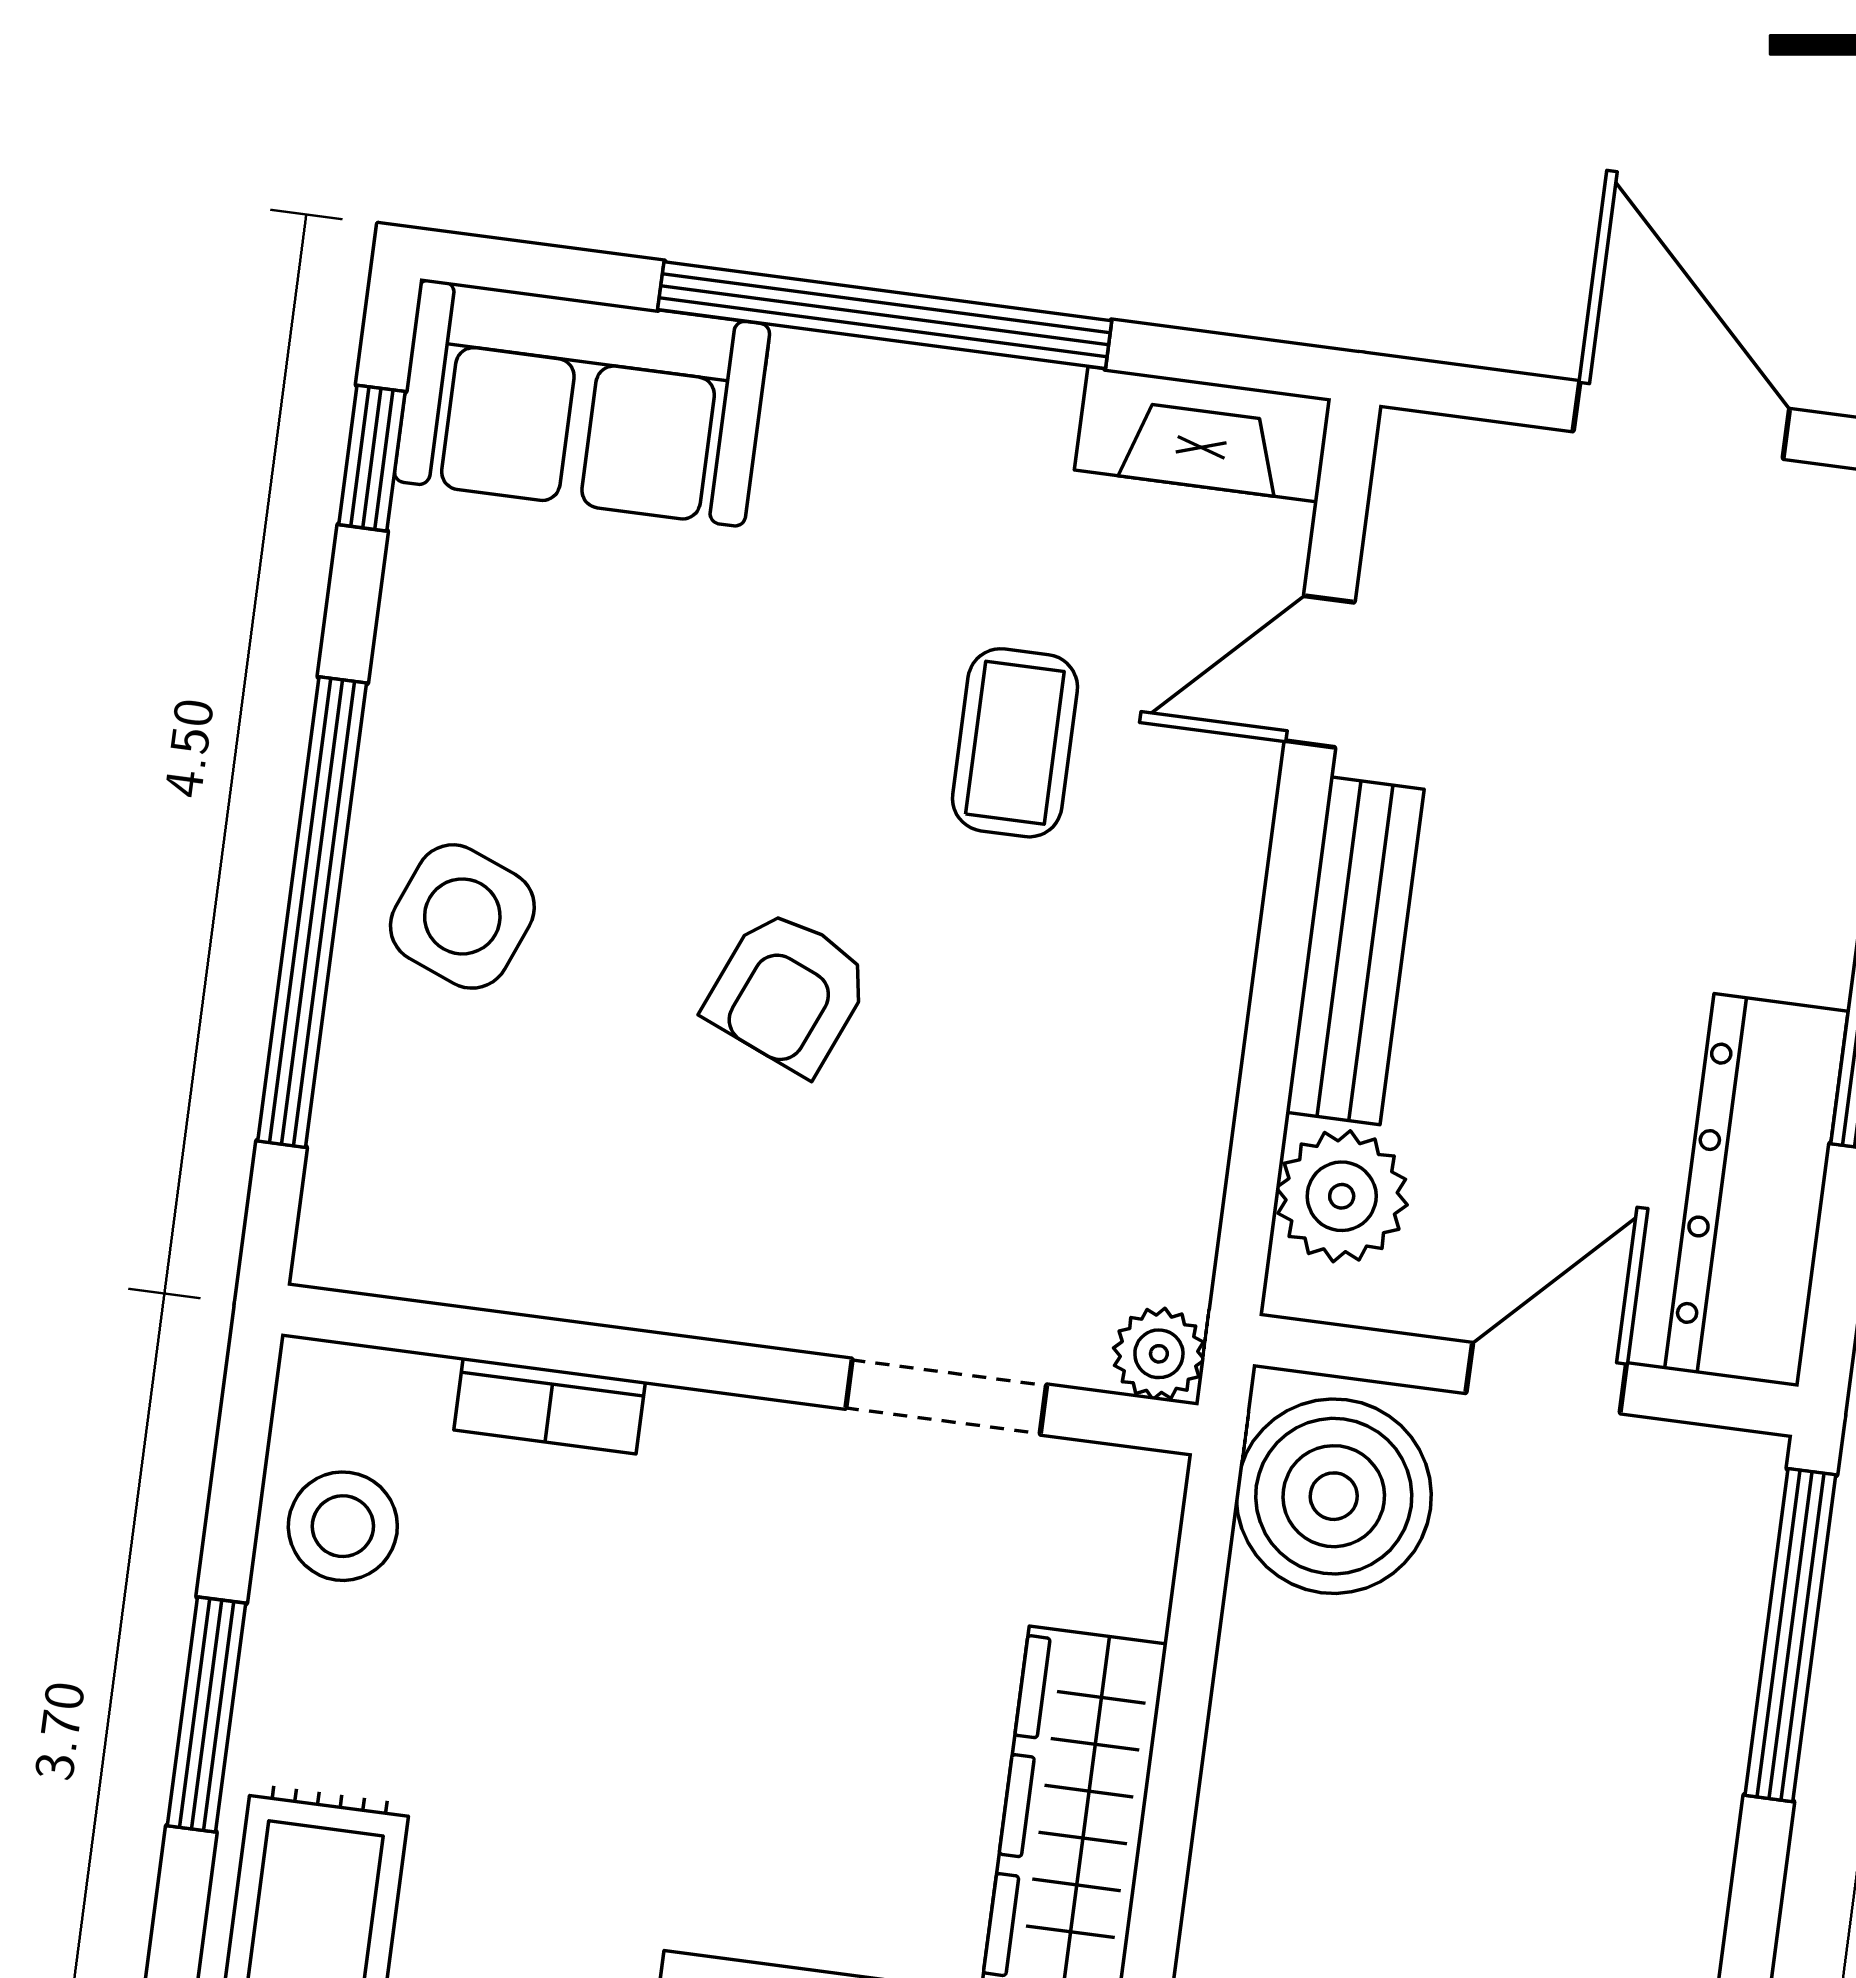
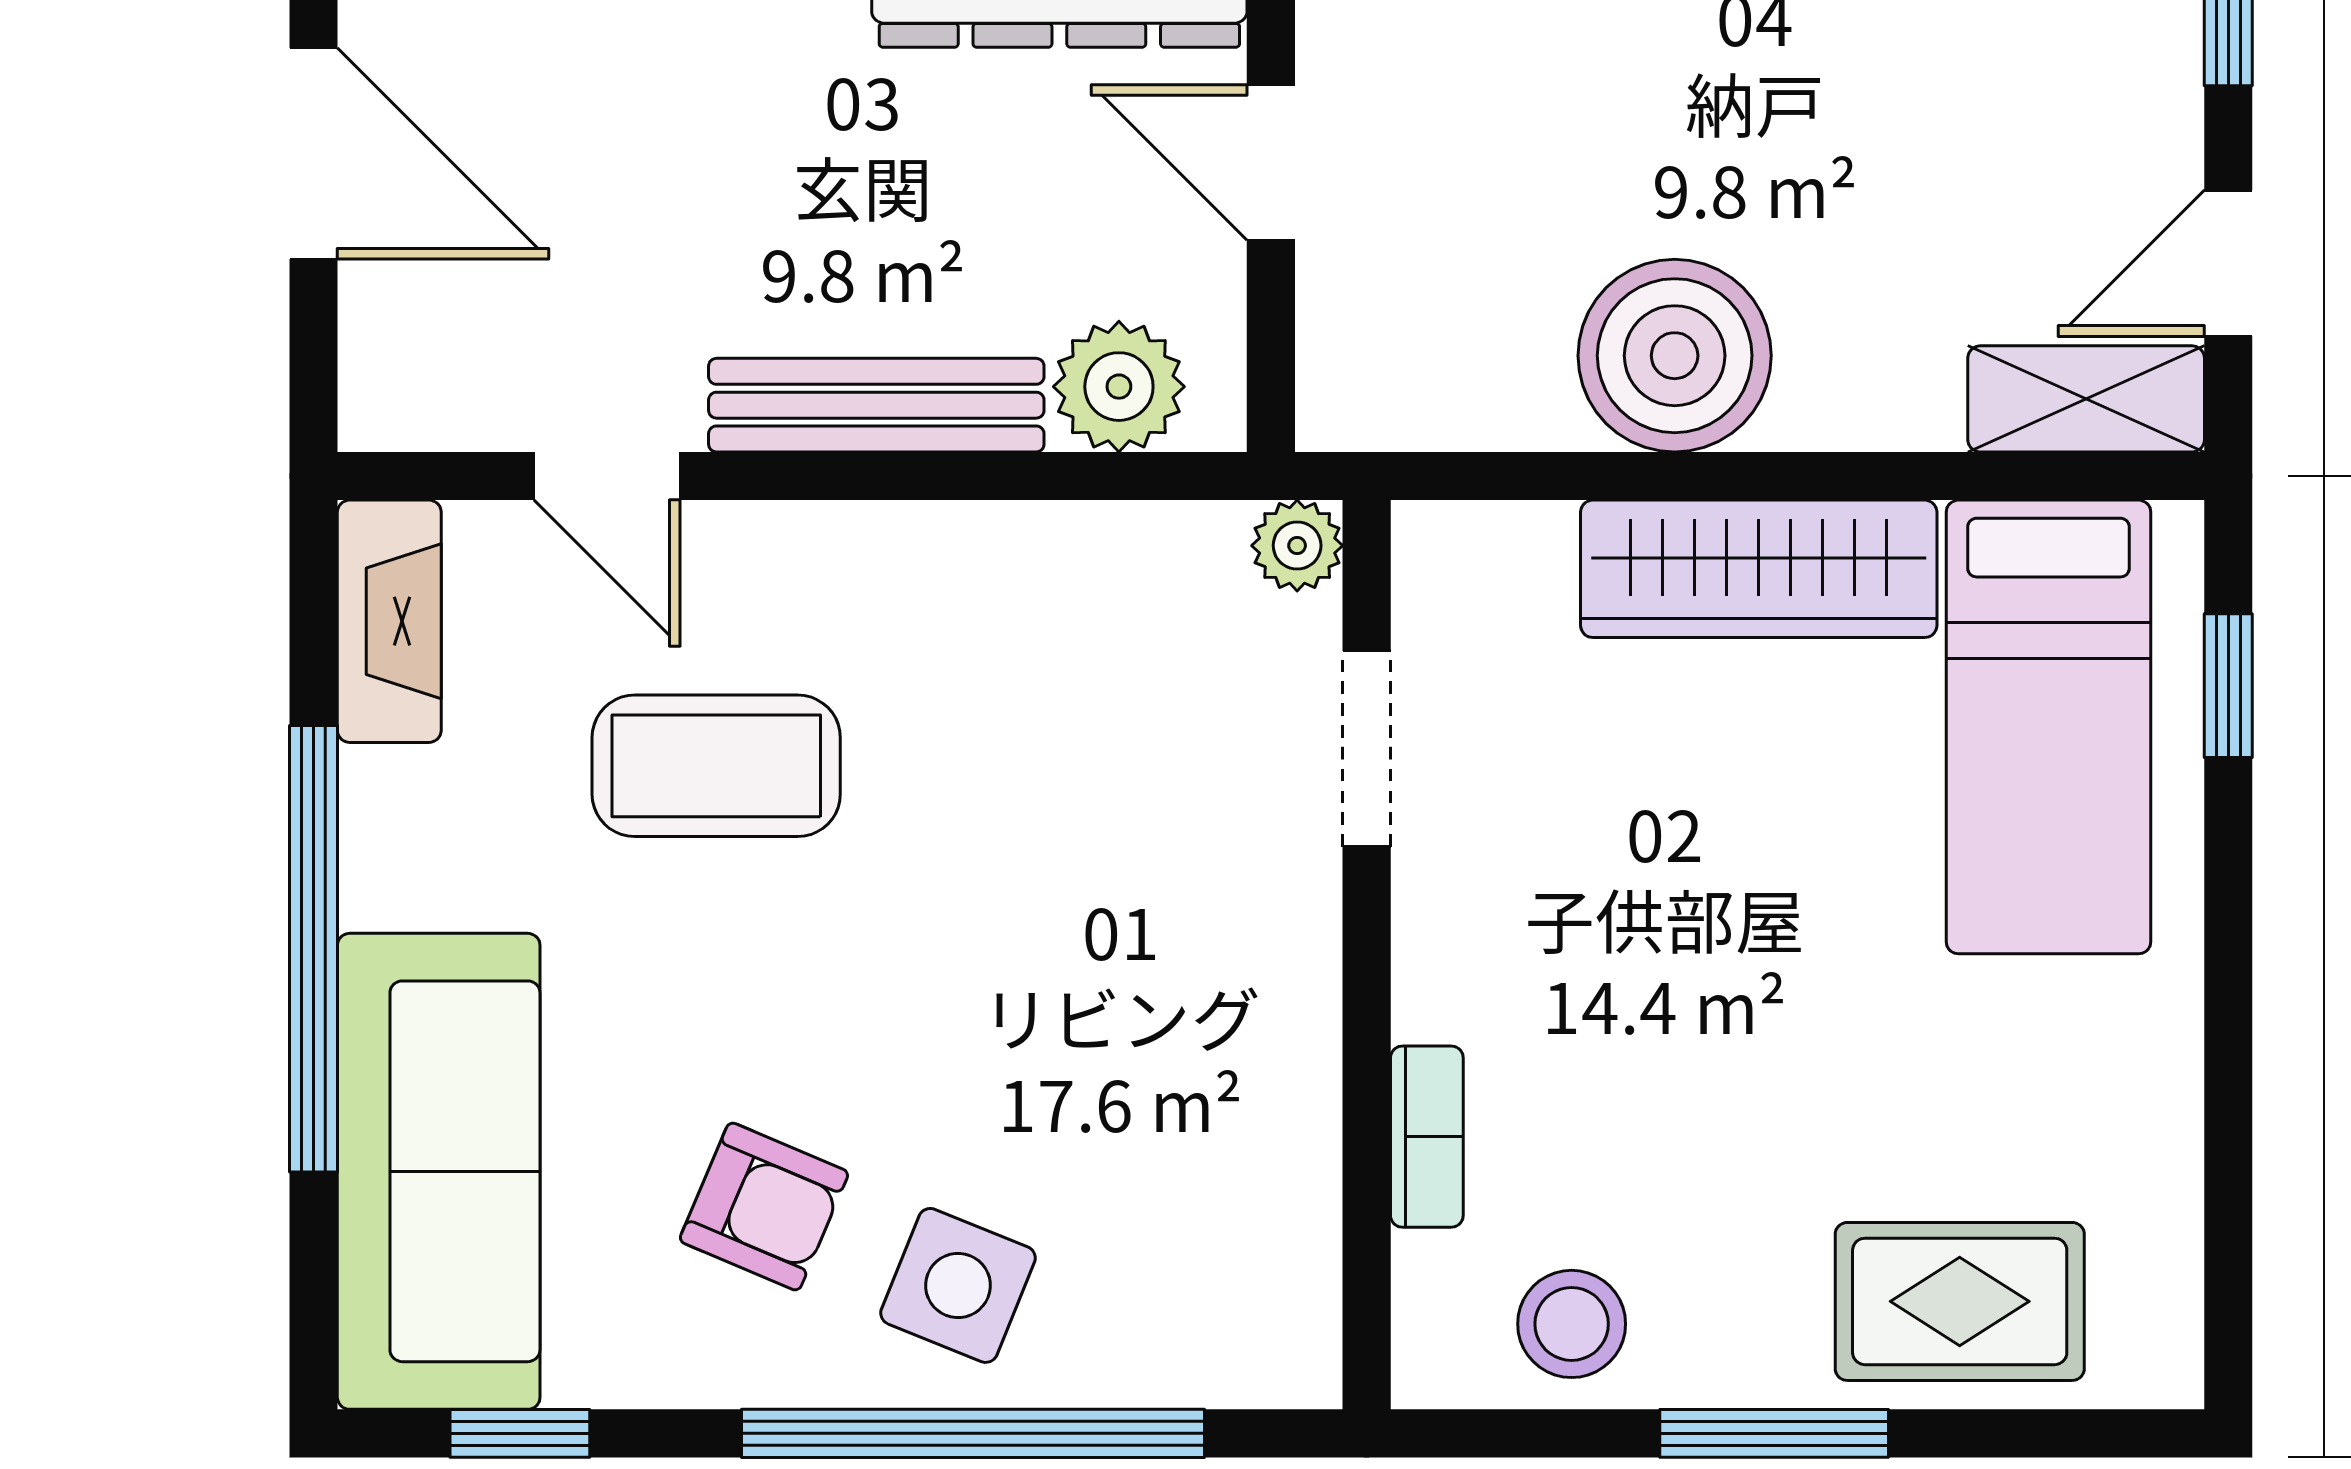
sofa: (582, 403) -> (439, 1171), width x1.36
door: (1681, 420) -> (314, 153), swing flipped
coffee table: (1015, 743) -> (716, 766), width x1.36, depth x1.30
armchair: (788, 991) -> (764, 1207), moved
boiler: (1334, 1496) -> (1675, 356), moved

